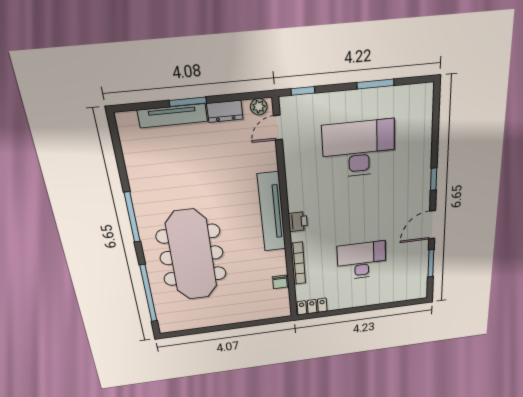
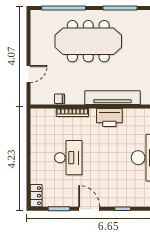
printer: (298, 222) -> (109, 118), width x1.87, depth x1.48
locker: (312, 307) -> (36, 196), moved
door: (250, 324) -> (29, 74), added

